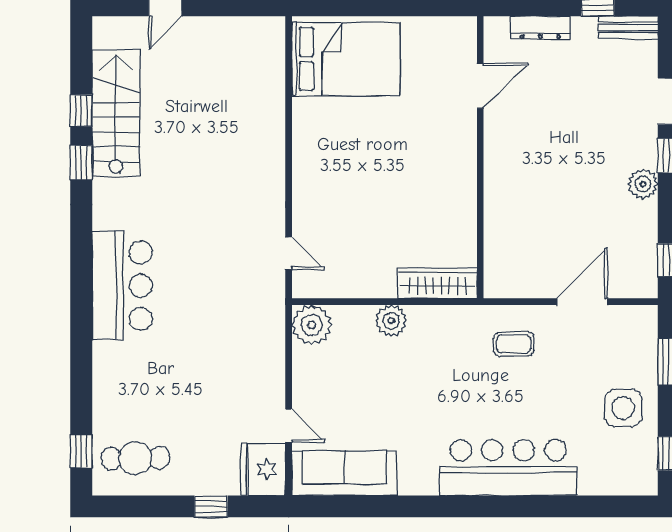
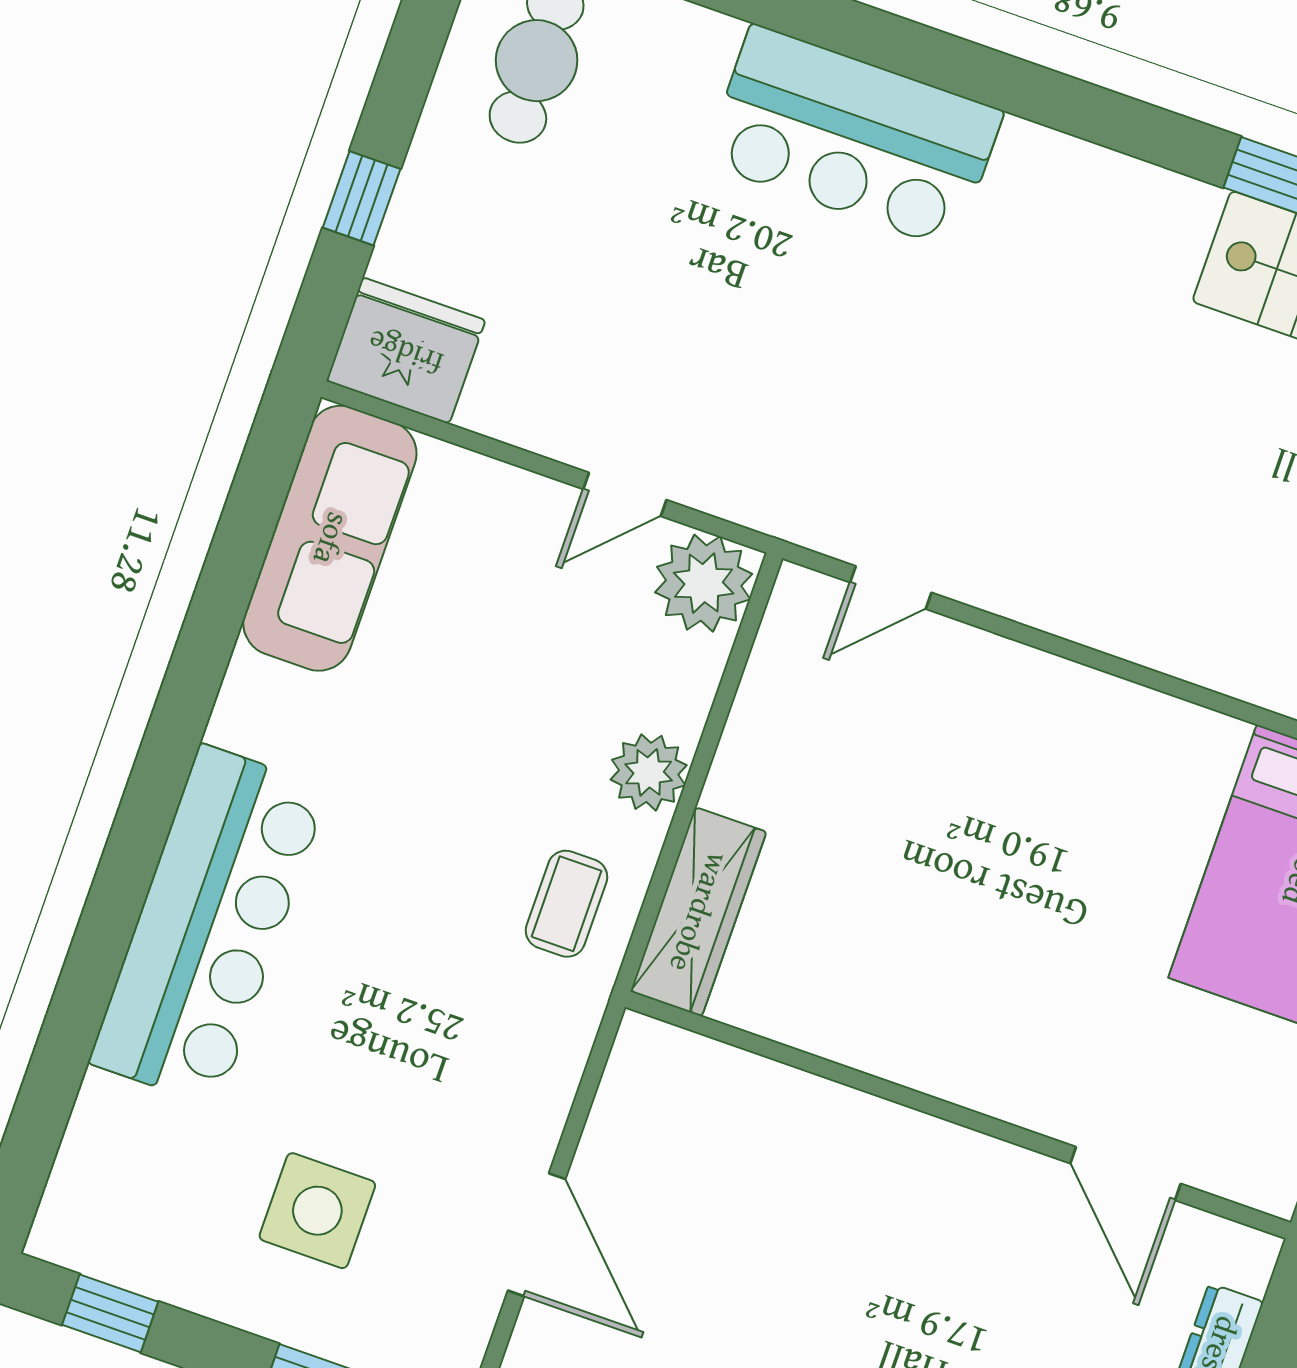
bar counter: (122, 286) -> (853, 137), moved
coffee table: (514, 344) -> (566, 904), moved
side table: (623, 408) -> (317, 1211), moved
door: (289, 426) -> (625, 494), moved

